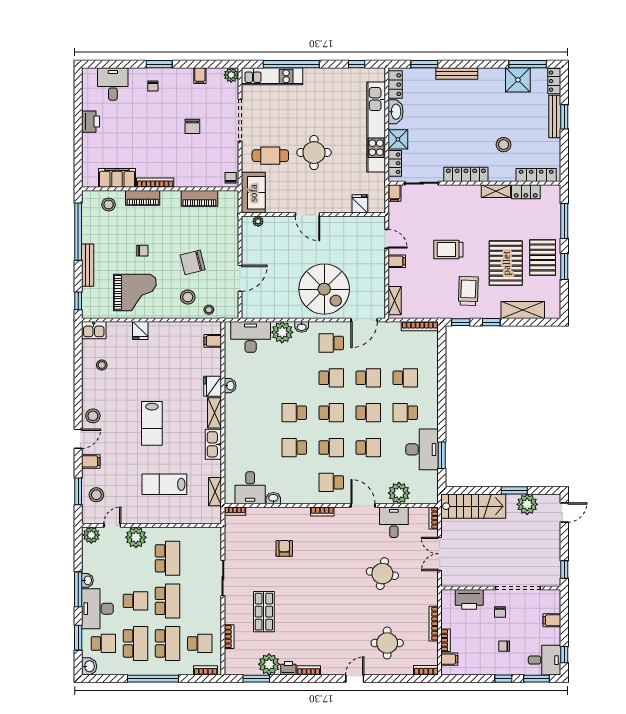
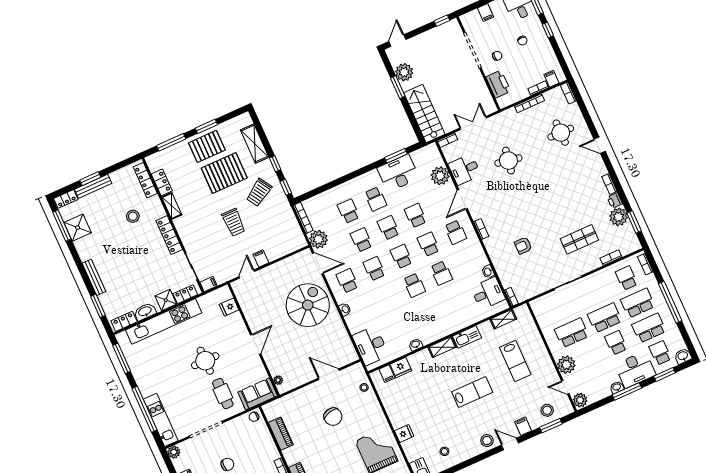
window: (357, 64) -> (122, 358), width x2.17
chair: (142, 251) -> (341, 460), removed
trolley: (468, 291) -> (259, 192), turned -34
stool: (188, 297) -> (362, 408), removed
shelving: (395, 301) -> (292, 246), removed
plant: (282, 332) -> (318, 239), moved
school desk: (331, 343) -> (347, 281), turned 180
fridge: (213, 386) -> (401, 367), moved
door: (564, 512) -> (397, 41), hinge flipped
double door: (440, 554) -> (473, 123), swing flipped

